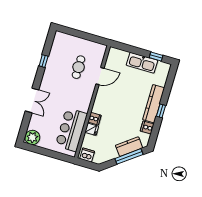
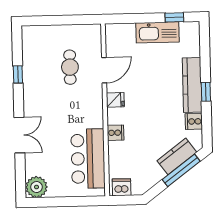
fridge: (92, 129) -> (115, 100), moved

